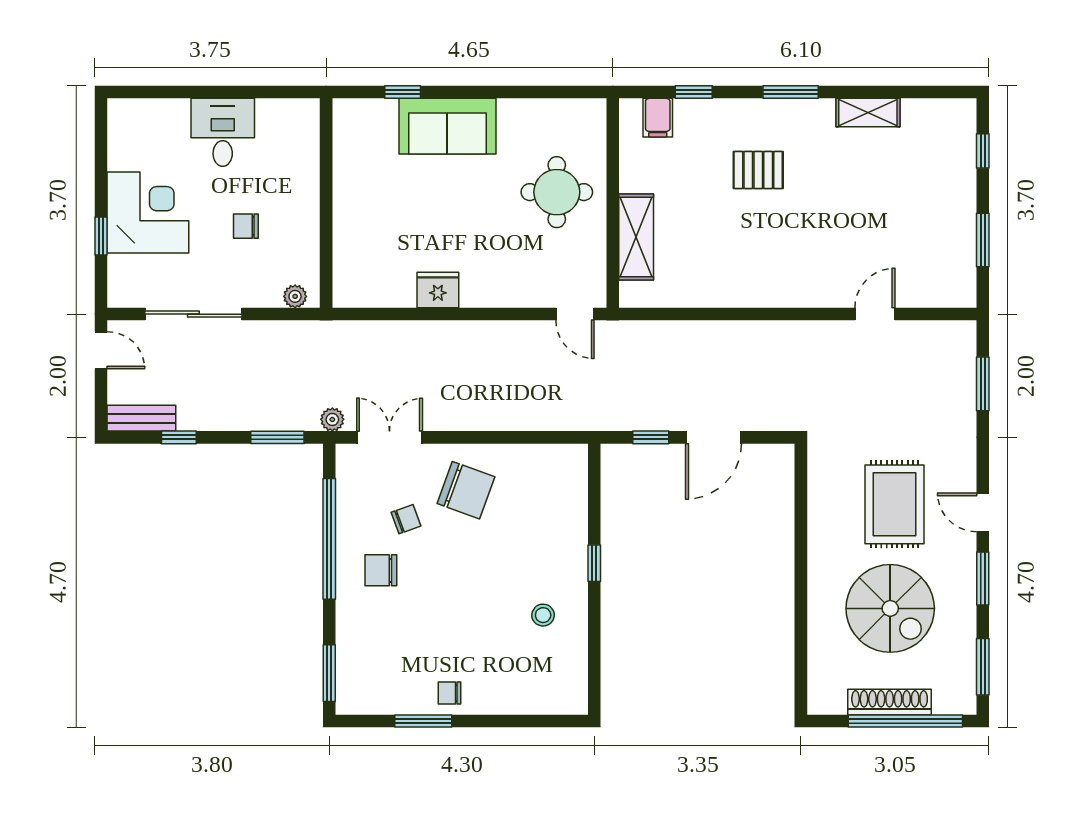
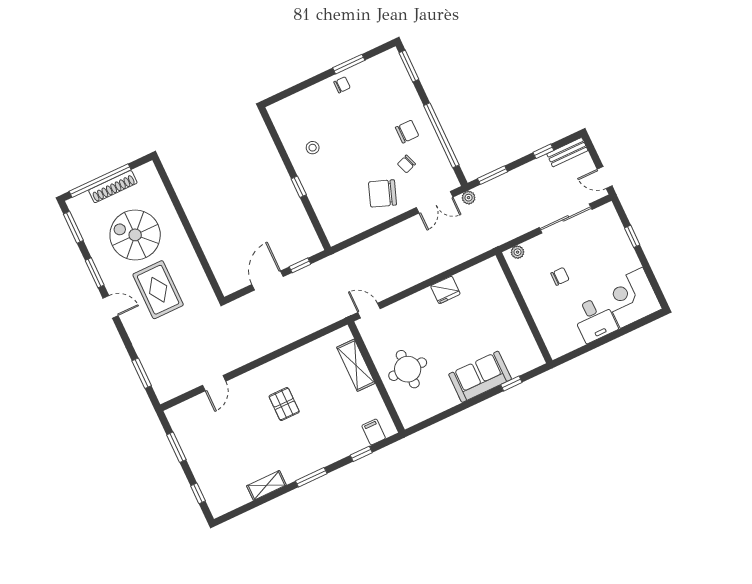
pallet: (758, 170) -> (284, 404), moved, turned 90
corner desk: (148, 212) -> (631, 298), moved, turned 90

